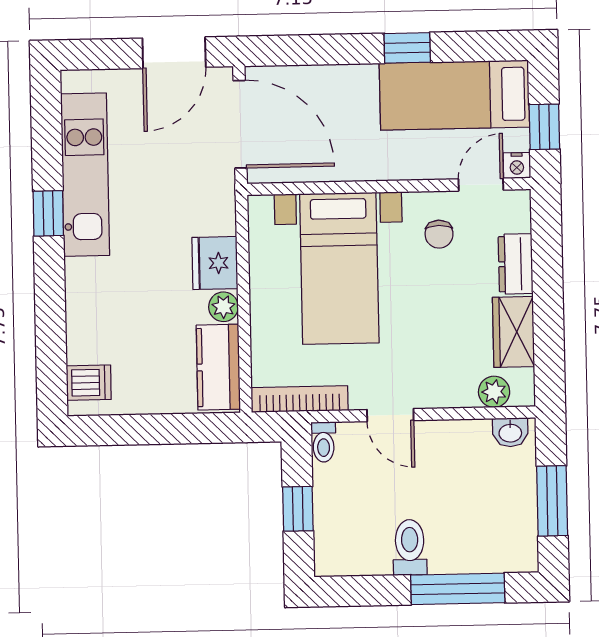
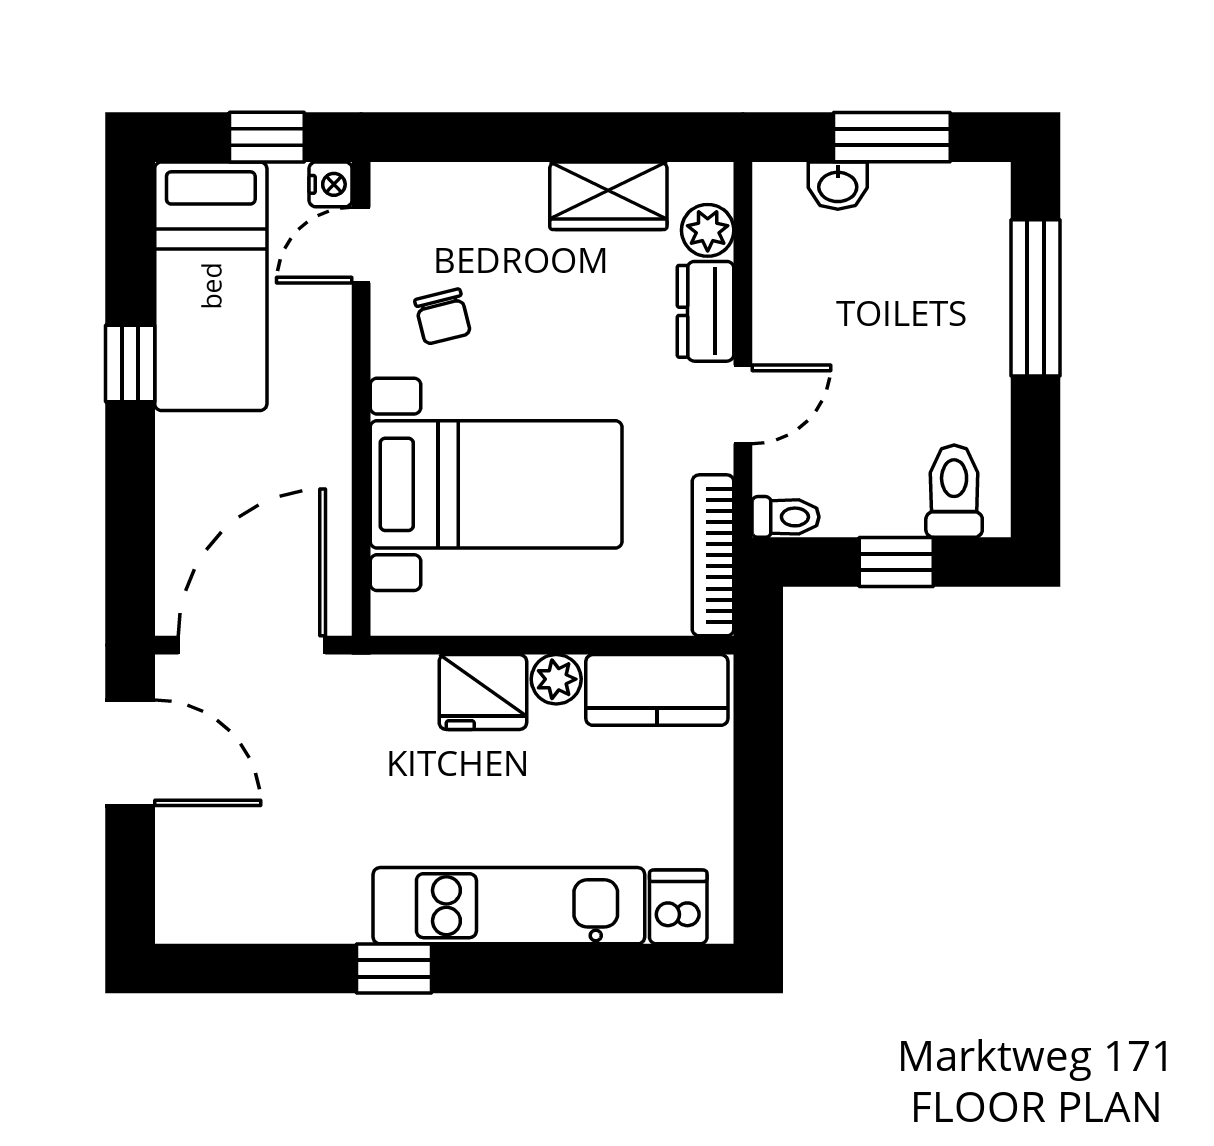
kitchen unit: (85, 175) -> (509, 906), moved
door: (481, 185) -> (361, 245), hinge flipped
chair: (439, 234) -> (443, 317), turned 76
dresser: (516, 264) -> (706, 311), moved, turned 90
washbasin: (510, 432) -> (838, 186), moved, turned 90
toilet: (410, 547) -> (954, 491), moved, turned 90

